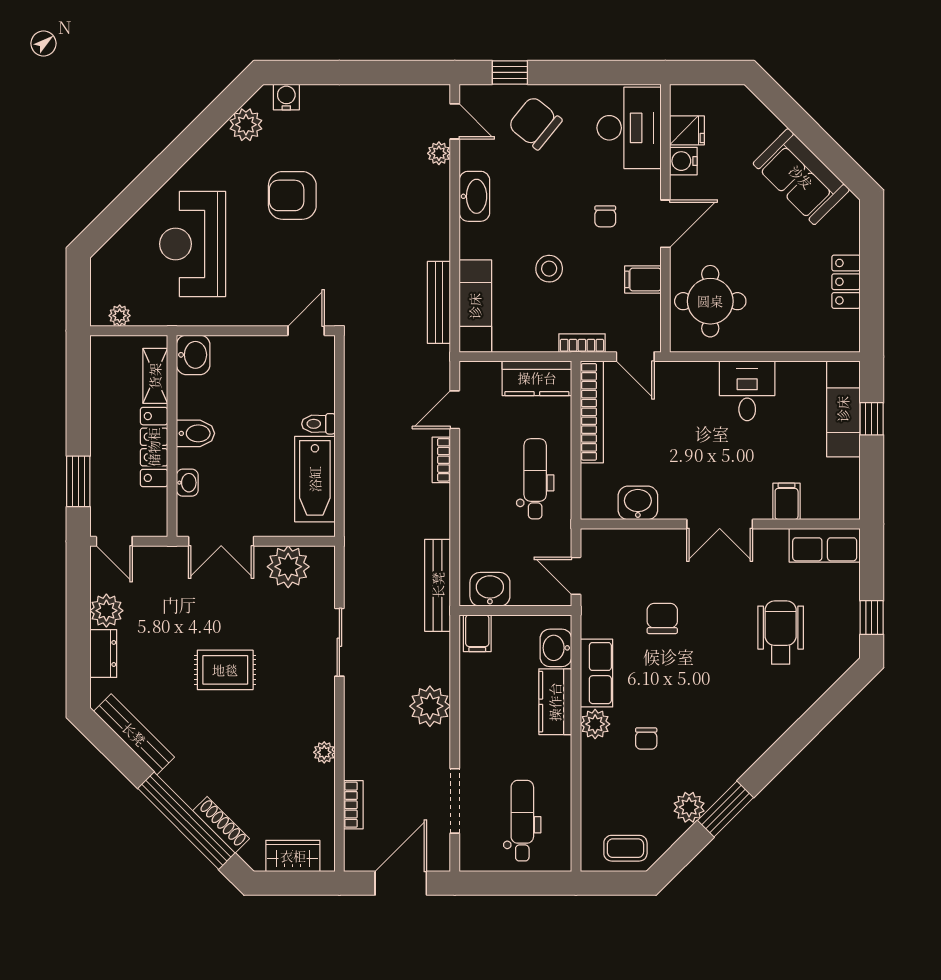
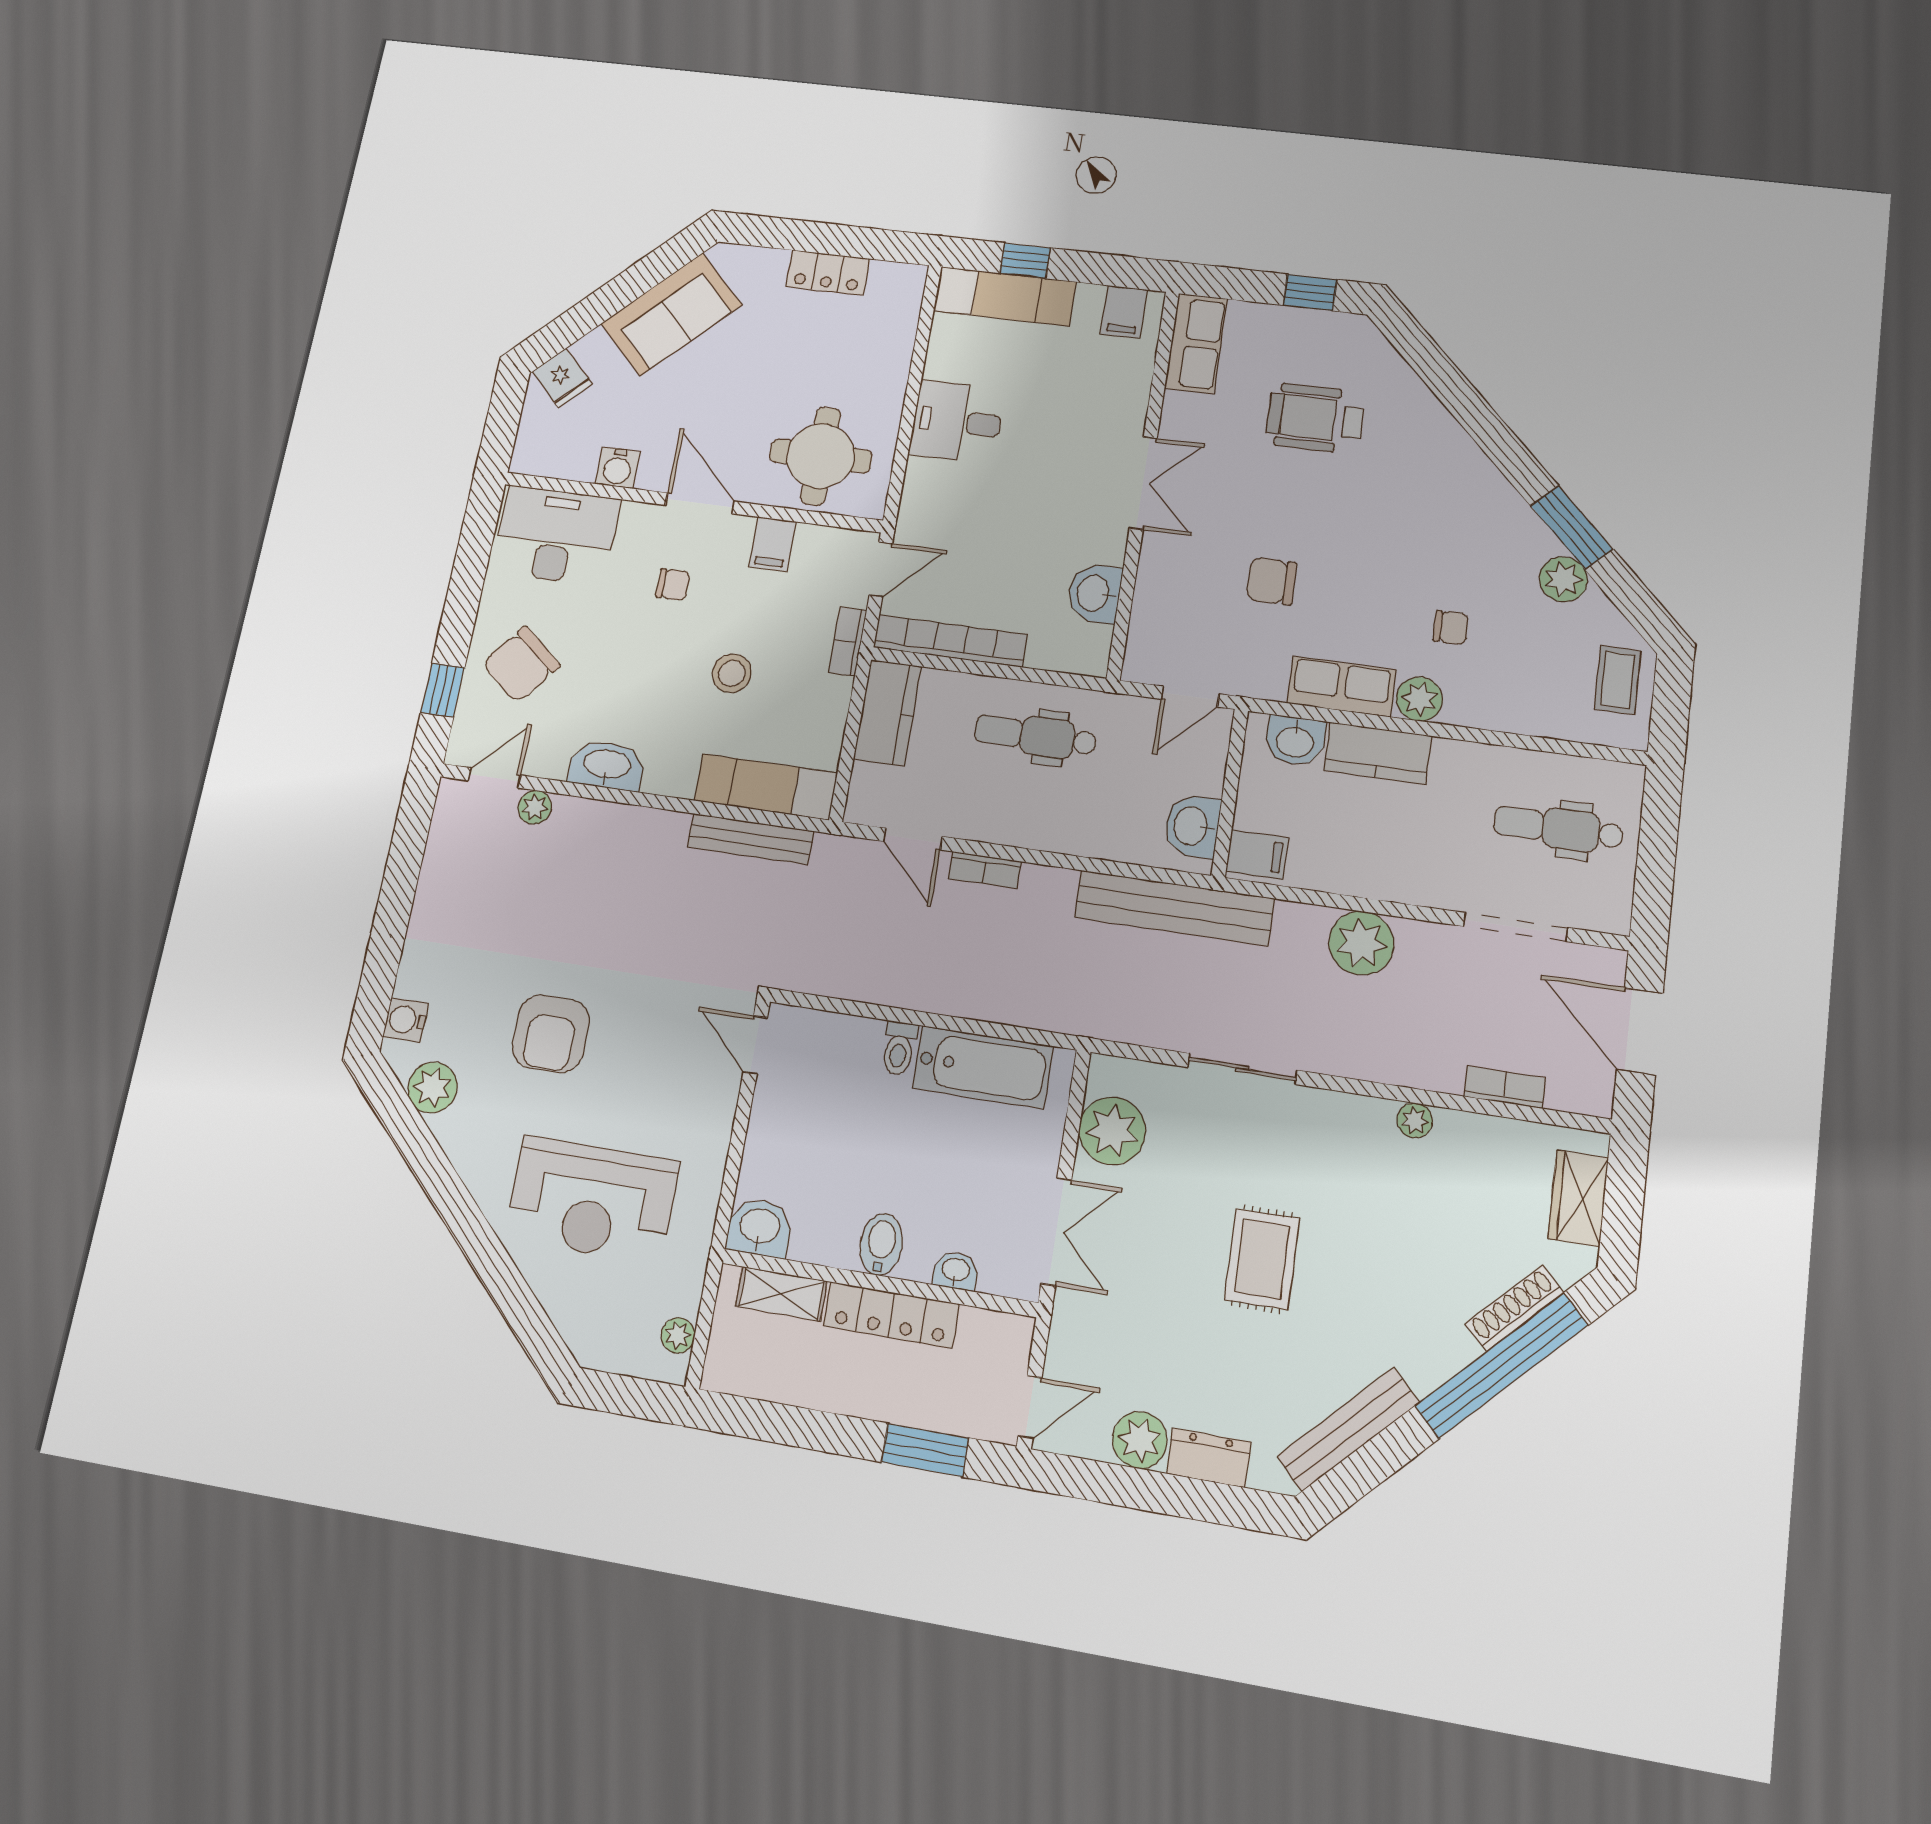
fridge: (687, 130) -> (562, 378), moved, turned 135
filing cabinet: (787, 501) -> (1124, 312), moved, turned -90
bench: (438, 585) -> (1174, 908), width x1.37, depth x1.21

